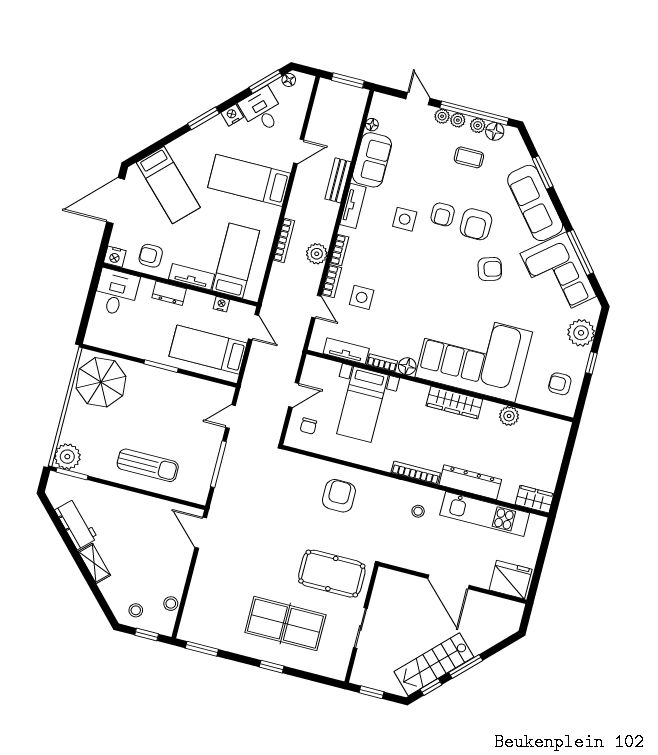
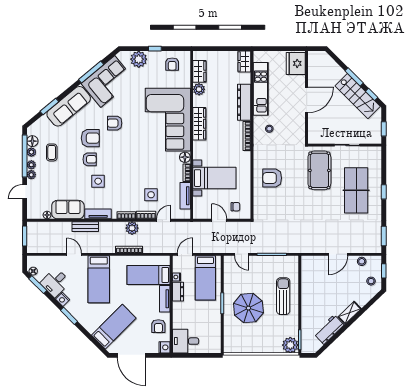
armchair: (490, 269) -> (115, 123), turned -73
dresser: (169, 293) -> (178, 292), moved
parasol: (101, 382) -> (248, 308), moved
wardrobe: (537, 424) -> (199, 71), added
door: (201, 533) -> (338, 254), moved

